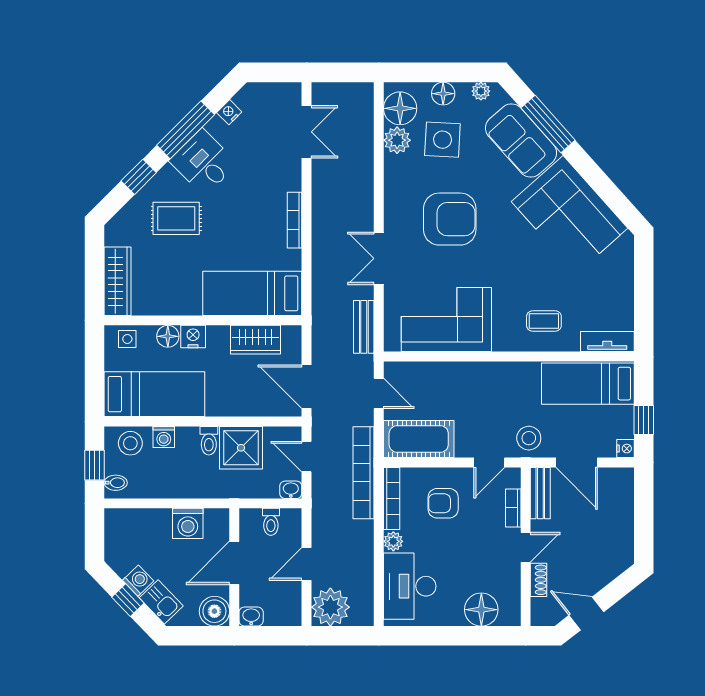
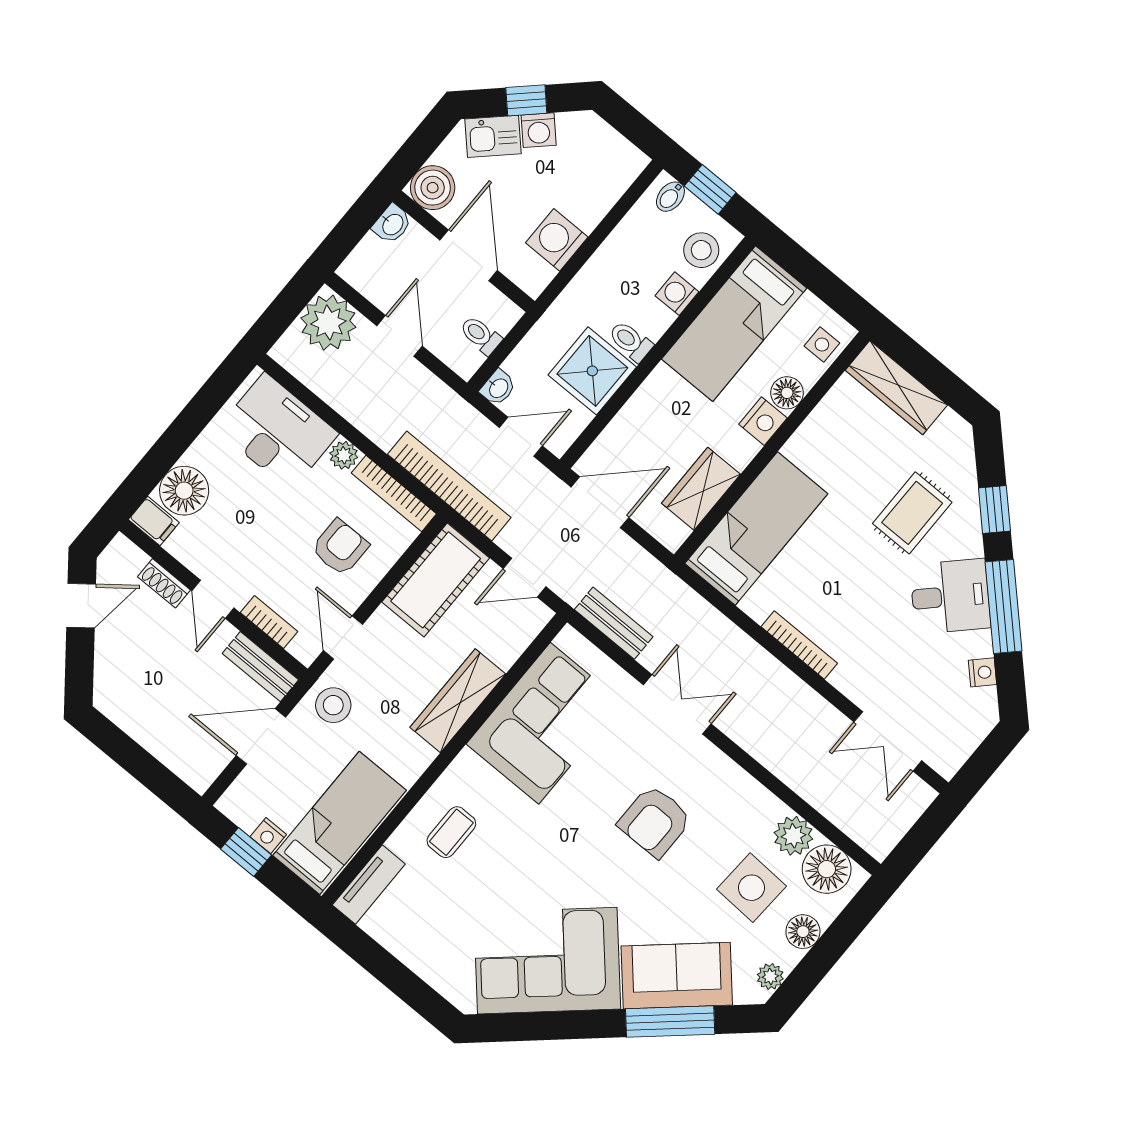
armchair: (450, 219) -> (655, 821), width x0.73, depth x0.73
wardrobe: (472, 375) -> (458, 701), added
nightstand: (625, 449) -> (268, 836), moved
filing cabinet: (510, 612) -> (154, 521), added

